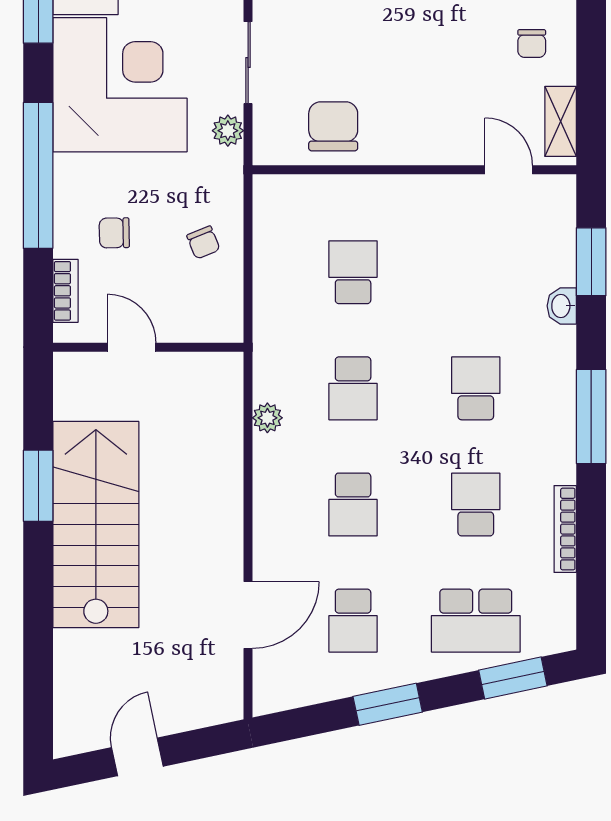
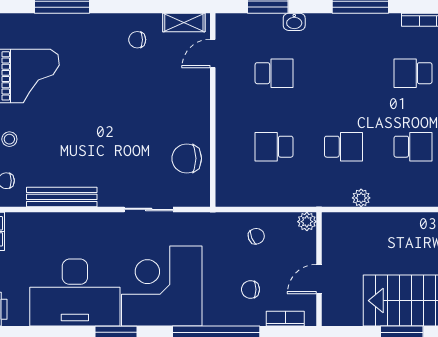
chair: (532, 44) -> (137, 40), turned 180
plant: (228, 131) -> (307, 222), moved
chair: (114, 233) -> (250, 289), turned 91
school desk: (476, 388) -> (274, 73), moved, turned 180

